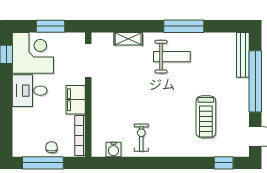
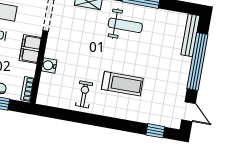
treadmill: (206, 117) -> (122, 84), moved, turned -90
bookcase: (80, 135) -> (27, 89), width x0.64
water cooler: (113, 149) -> (49, 65), moved, turned 90

